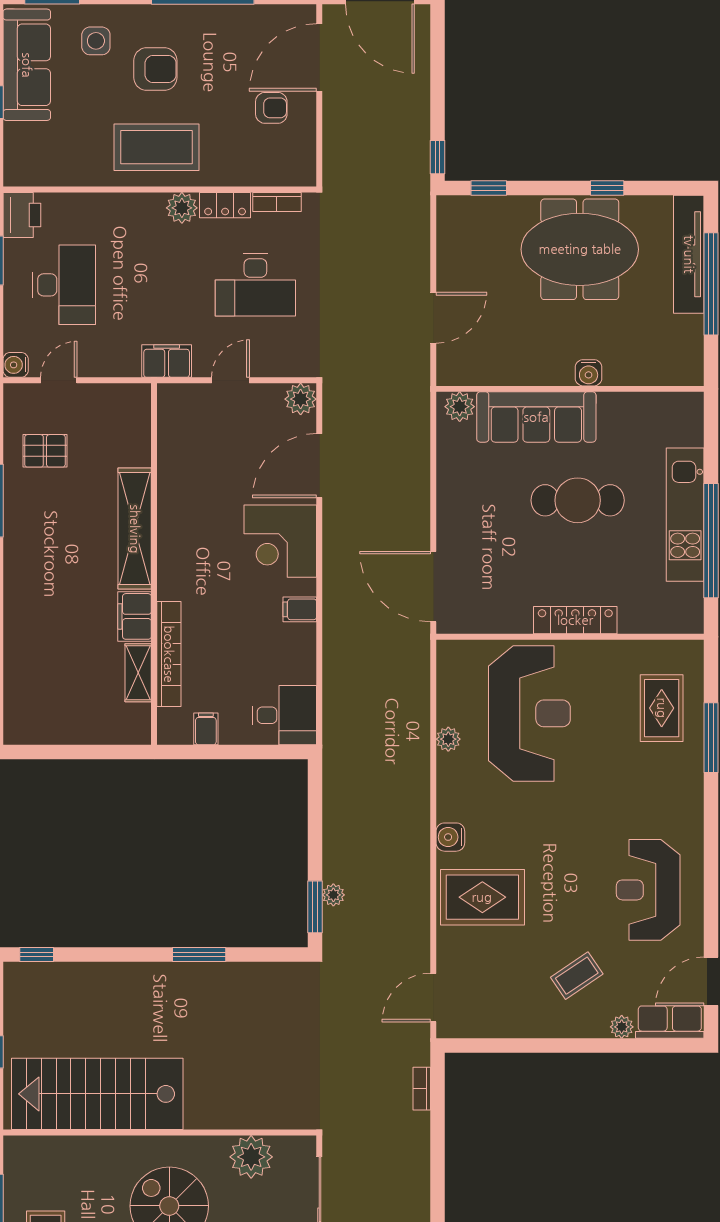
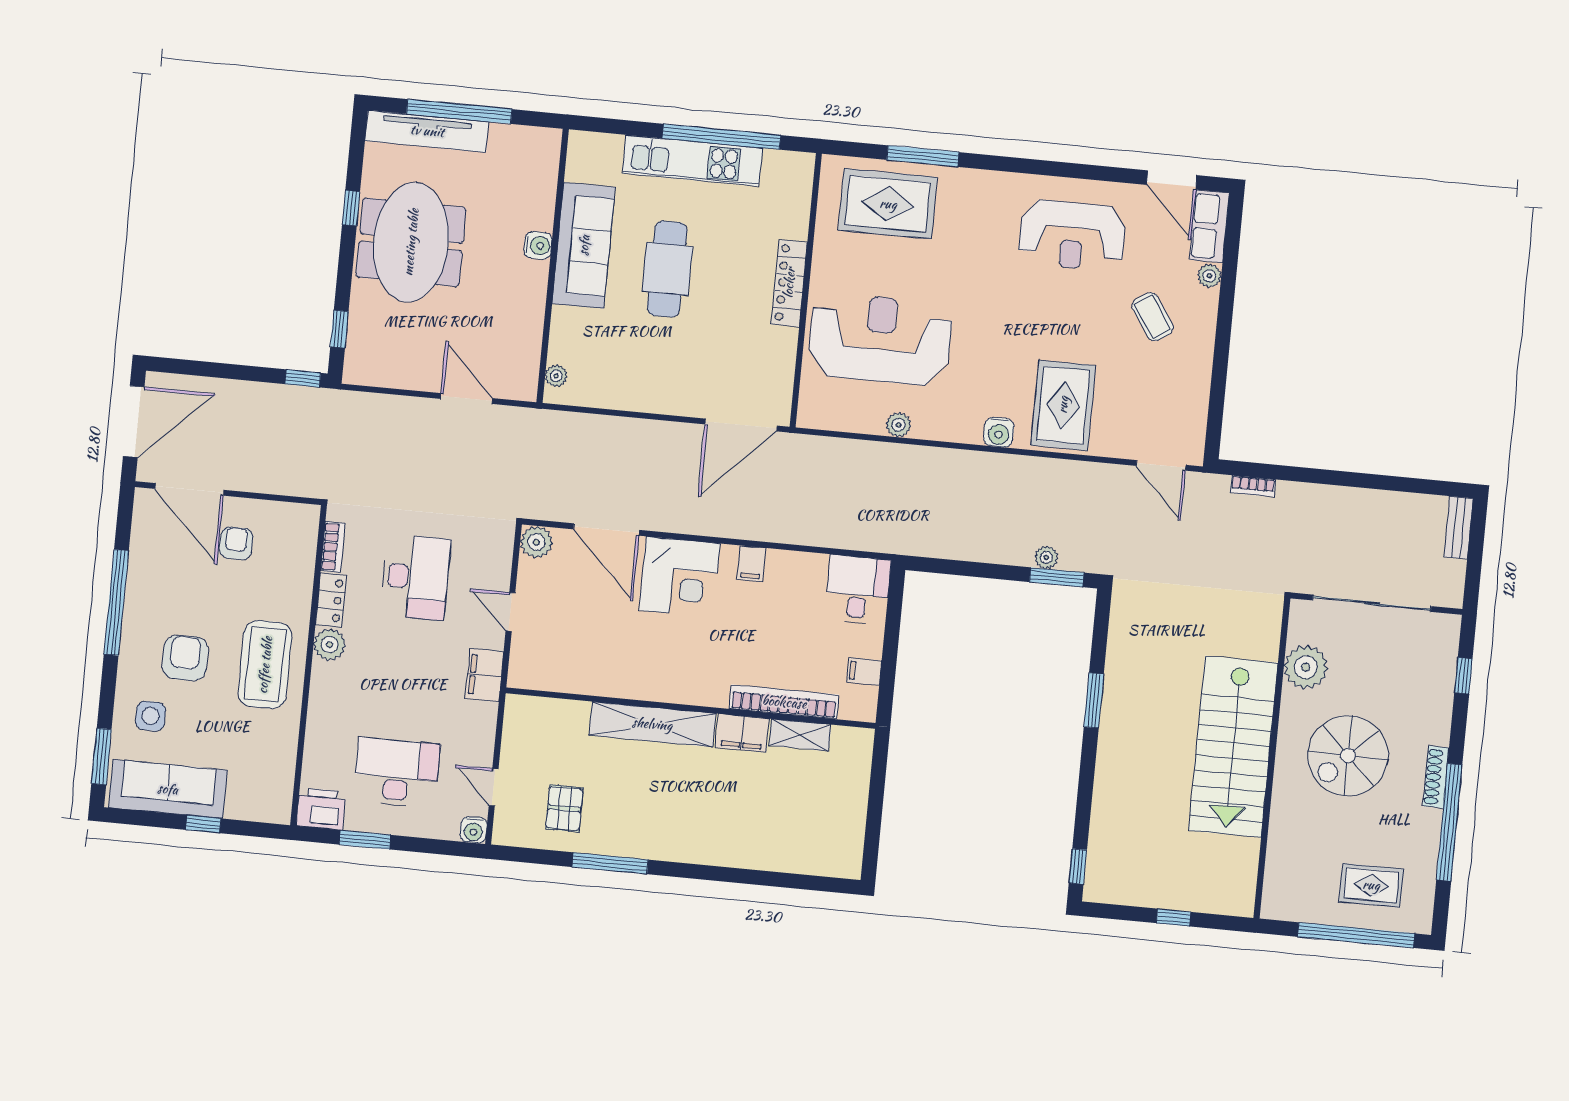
plant: (460, 407) -> (556, 376), width x0.73, depth x0.73
sofa: (536, 417) -> (584, 245), moved
rug: (662, 708) -> (888, 204), width x1.36, depth x1.43
stairs: (97, 1094) -> (1233, 747), moved

